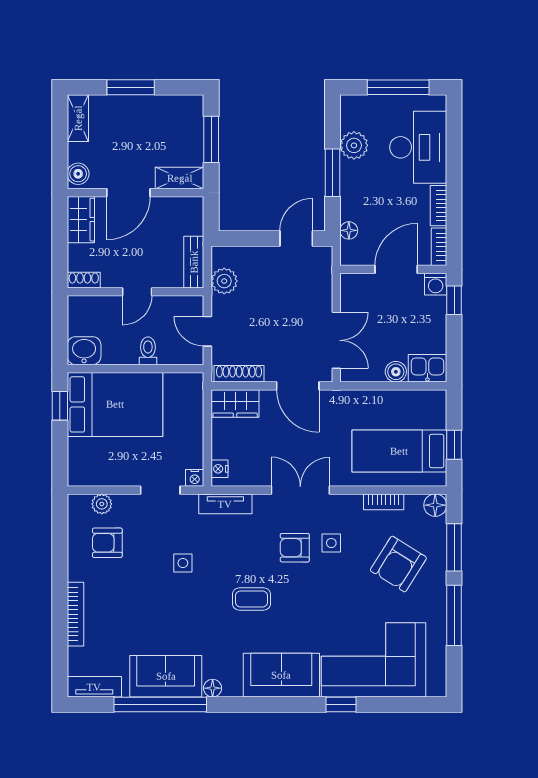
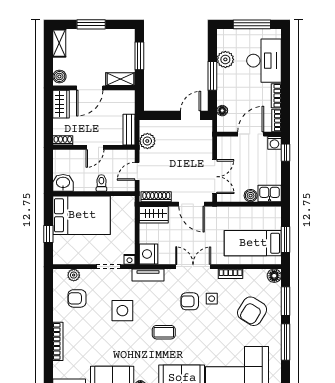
door: (207, 331) -> (137, 171), hinge flipped
window: (60, 406) -> (48, 234), moved
window: (454, 445) -> (286, 239), width x1.50
nightstand: (219, 469) -> (148, 254), width x1.89, depth x1.79
bookcase: (384, 502) -> (231, 274), moved
side table: (183, 563) -> (122, 311), width x1.87, depth x1.87

